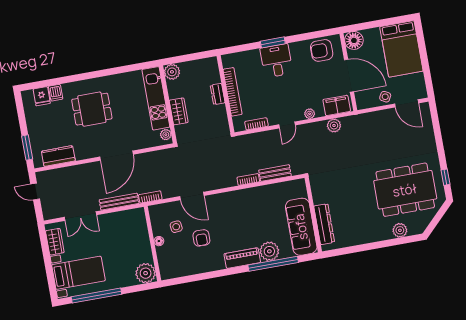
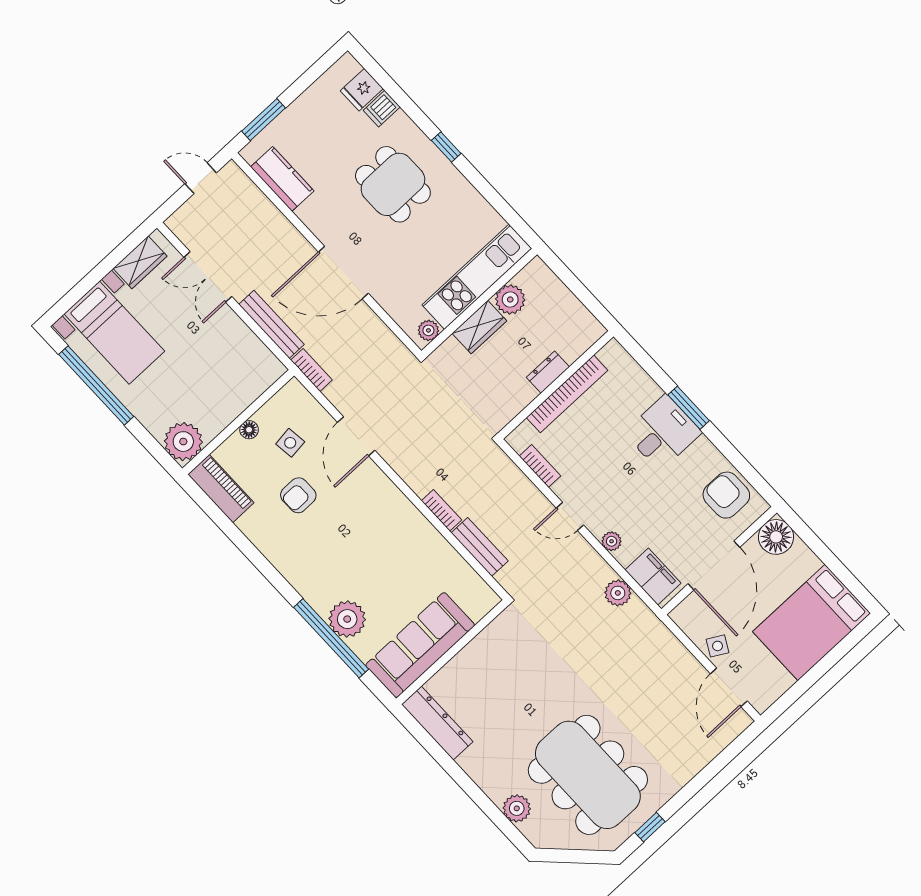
plant: (172, 72) -> (510, 299), moved
window: (90, 75) -> (446, 147), added
door: (35, 192) -> (201, 178), hinge flipped
dresser: (324, 224) -> (437, 723), moved, turned -90
piano: (242, 258) -> (221, 488), moved

